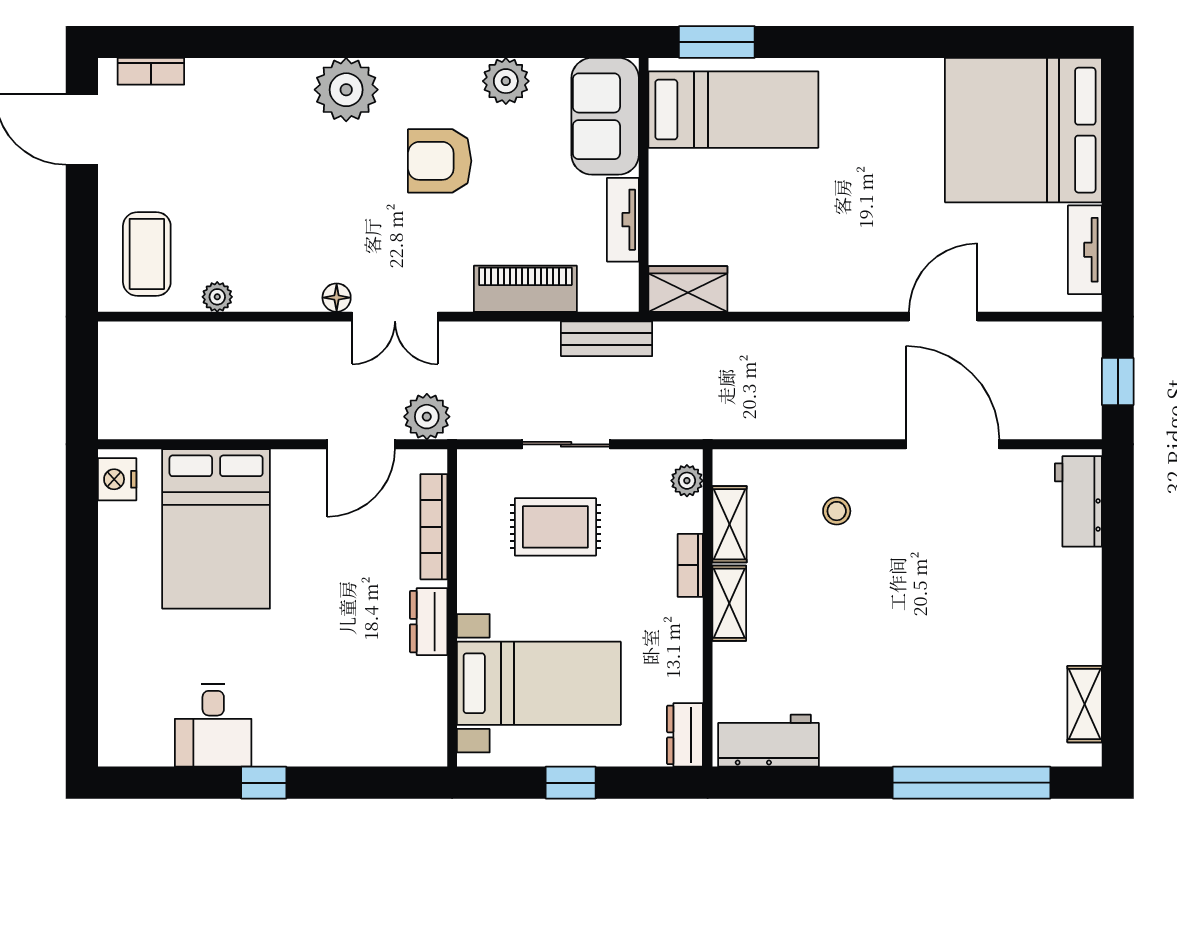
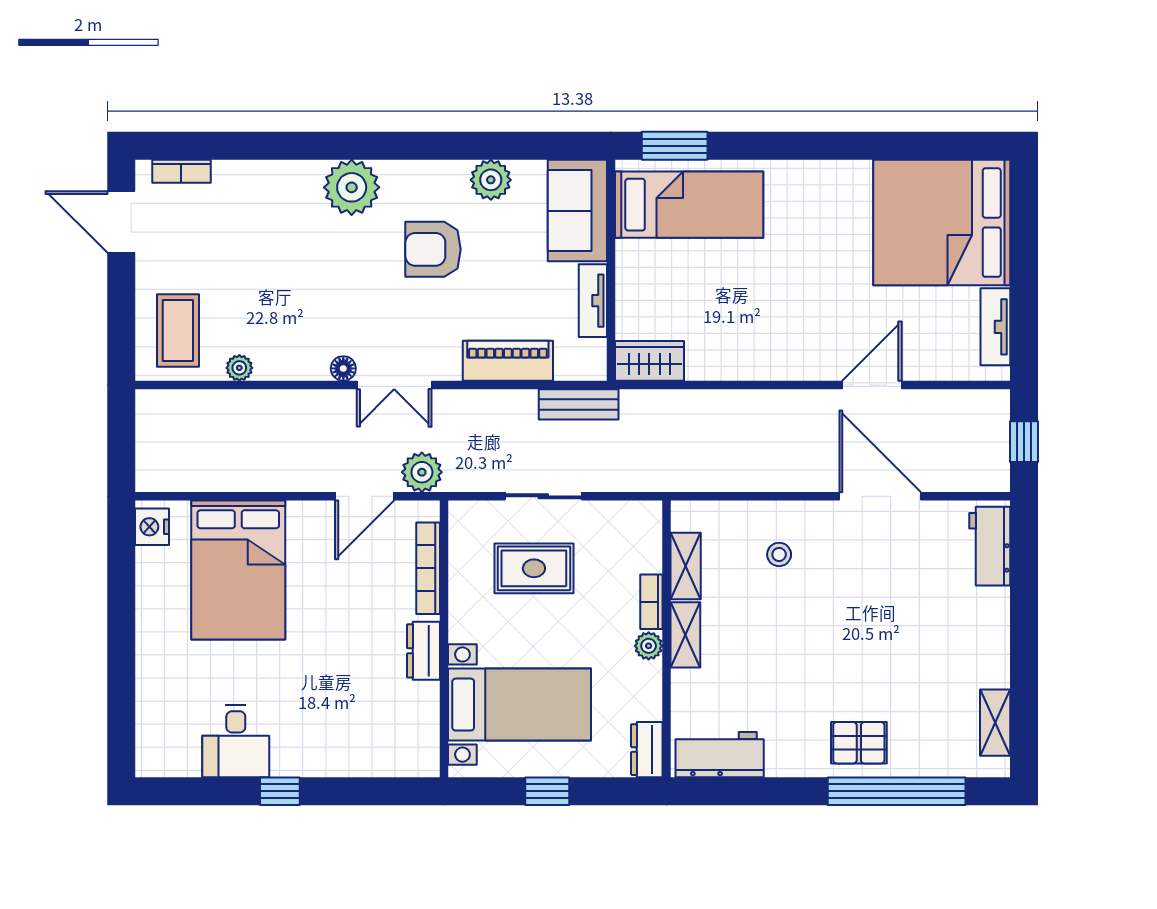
plant: (687, 481) -> (649, 646), moved
pallet: (928, 727) -> (859, 743), added

